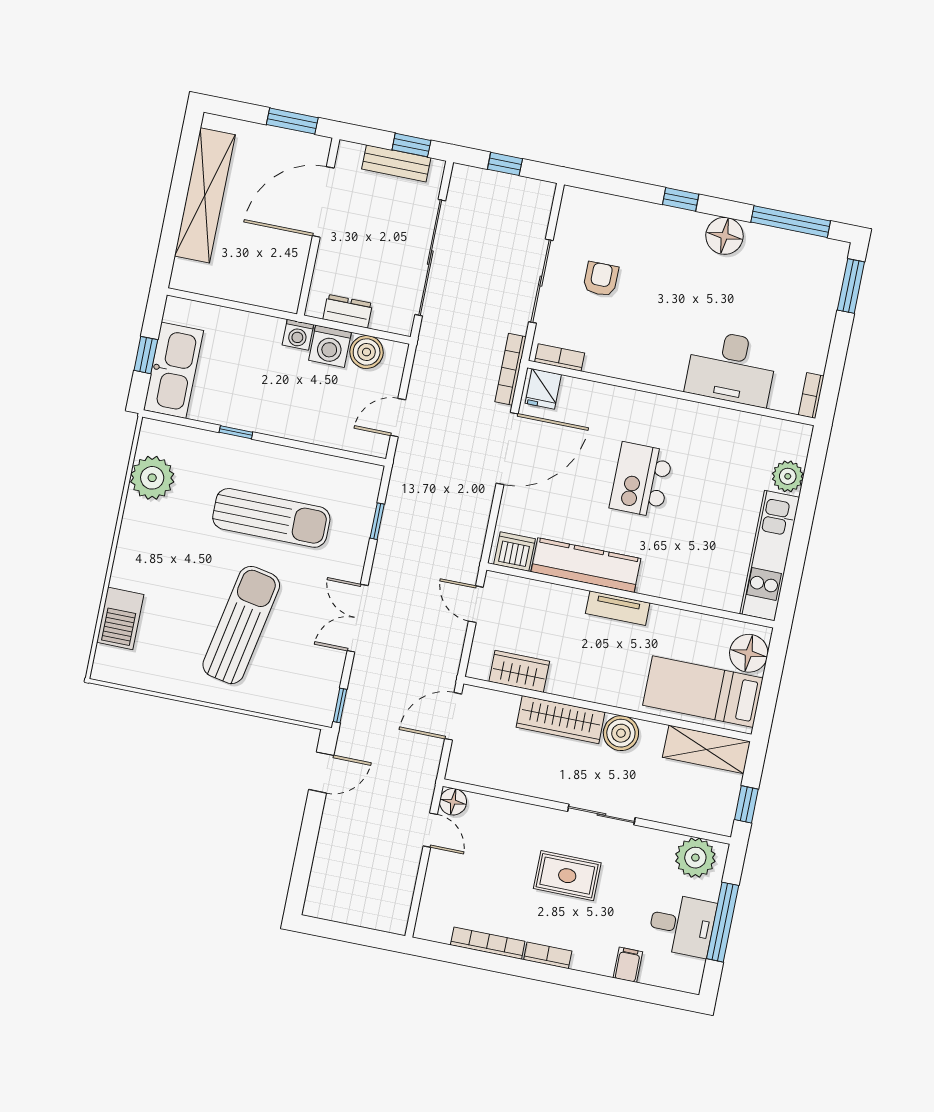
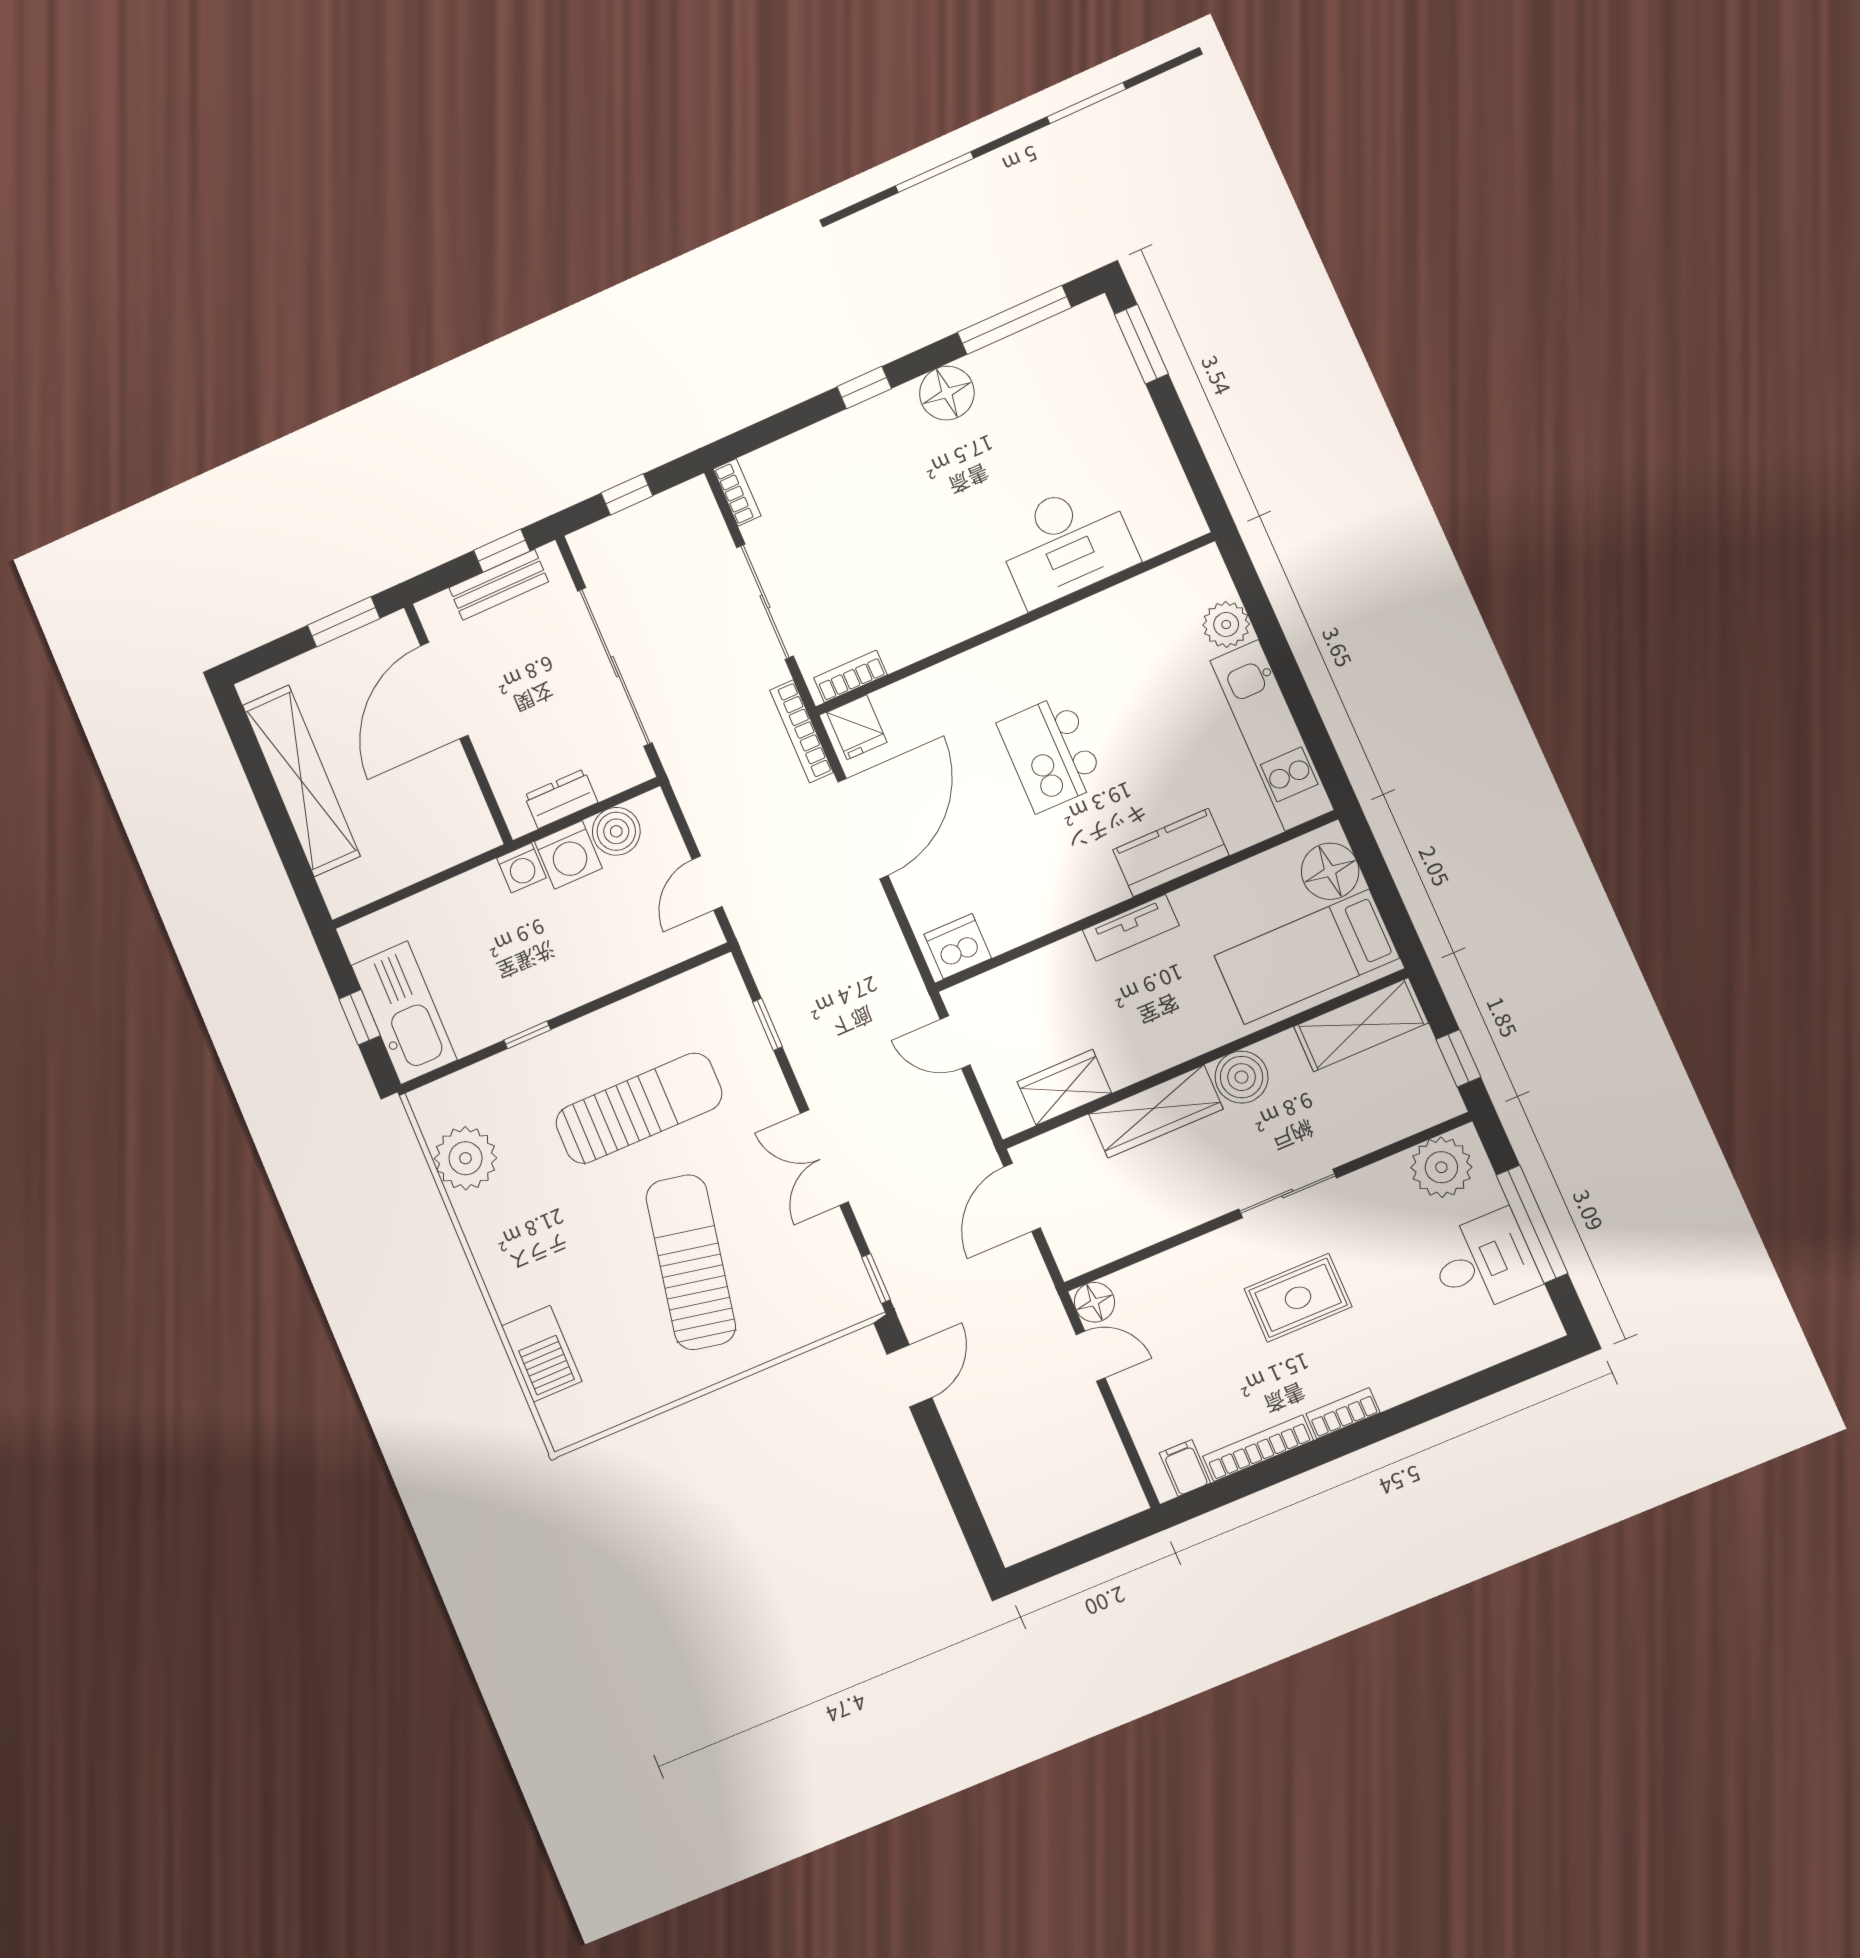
armchair: (601, 279) -> (835, 549), removed
bookcase: (811, 396) -> (737, 492), moved, turned 180
kitchen counter: (586, 565) -> (1171, 853), moved, width x0.67
filing cabinet: (628, 965) -> (1185, 1468), moved

